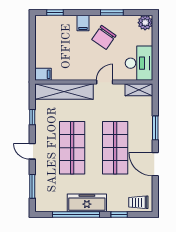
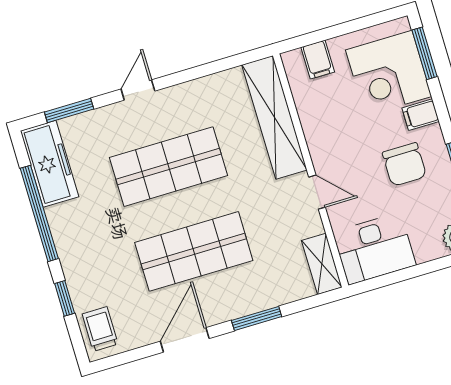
window: (55, 13) -> (425, 53), width x1.50
corner desk: (59, 32) -> (389, 73), added
chair: (104, 37) -> (404, 164), turned -125
filing cabinet: (43, 74) -> (318, 60), moved
window: (32, 117) -> (205, 70), removed
freezer: (87, 203) -> (50, 164), moved

